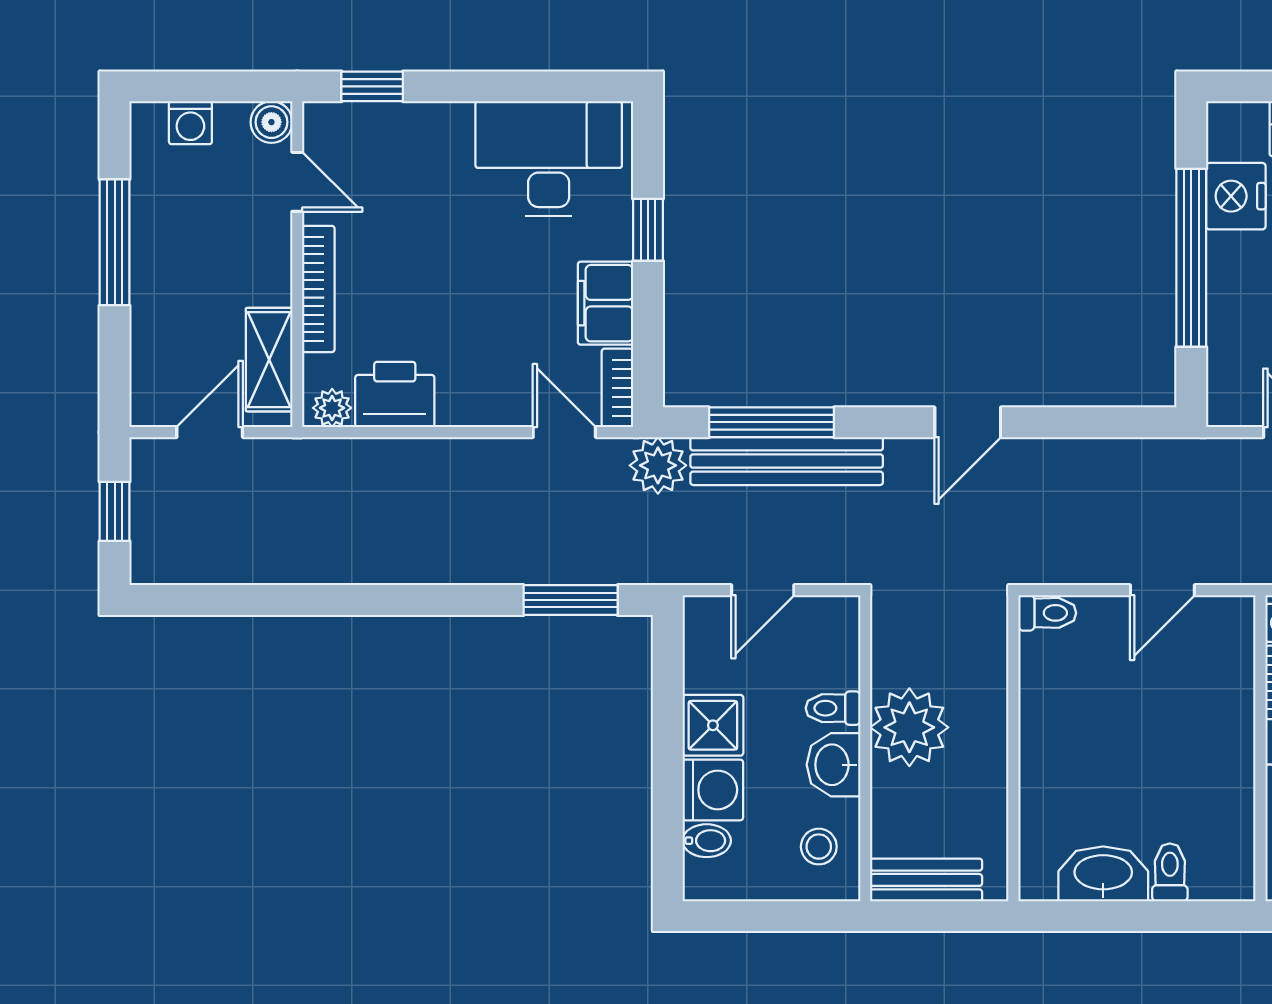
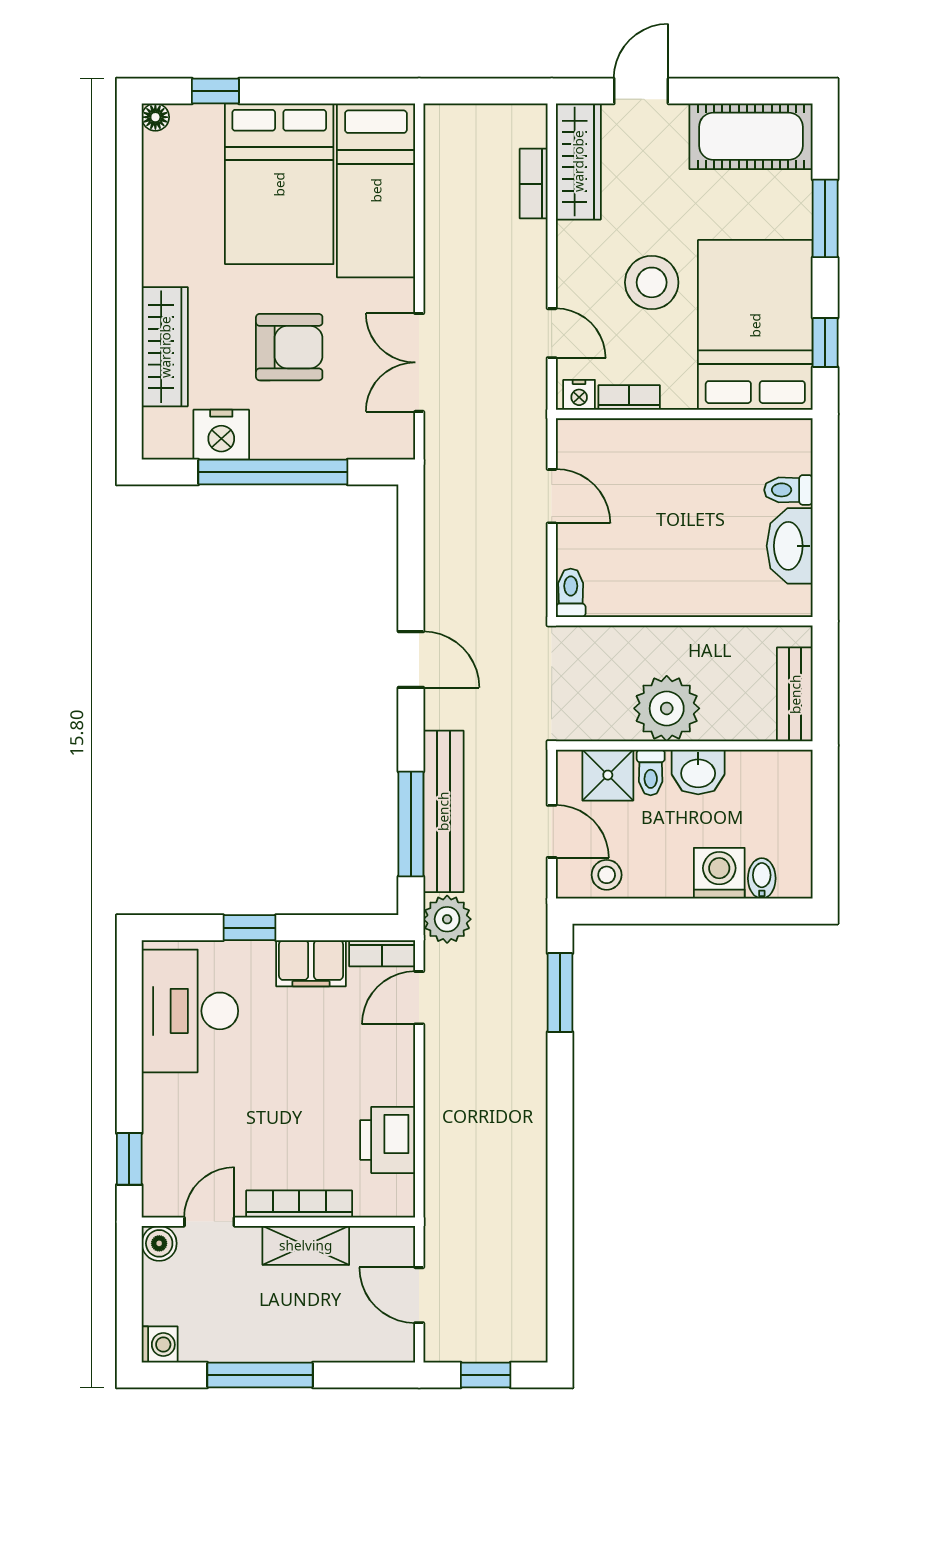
washing machine: (190, 123) -> (160, 1345), moved
shelving: (269, 360) -> (306, 1245), moved
plant: (332, 408) -> (399, 1193), removed
shower: (713, 725) -> (608, 775), moved
stool: (819, 847) -> (607, 875), moved

